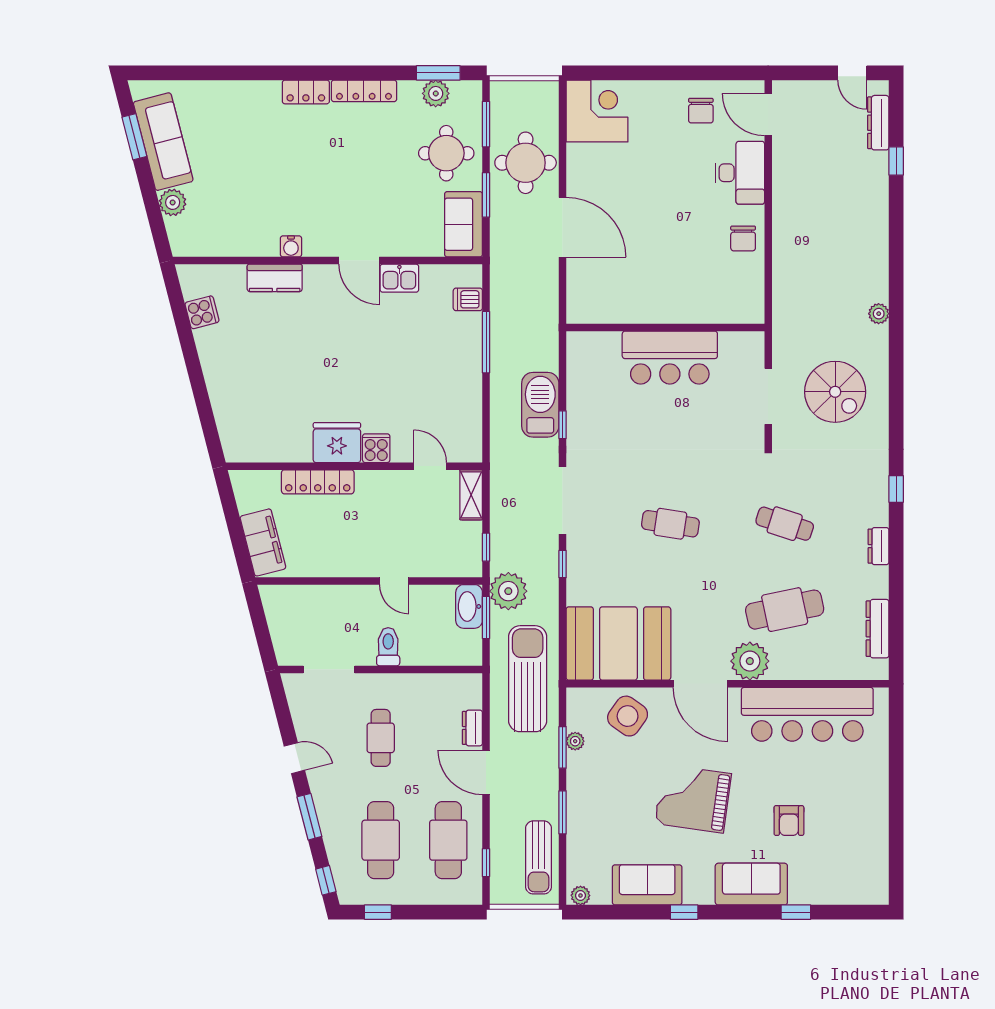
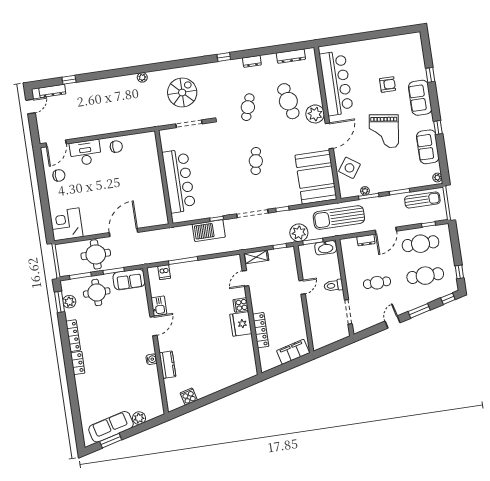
bar counter: (670, 358) -> (179, 181), width x1.36
washbasin: (469, 606) -> (326, 248), moved

